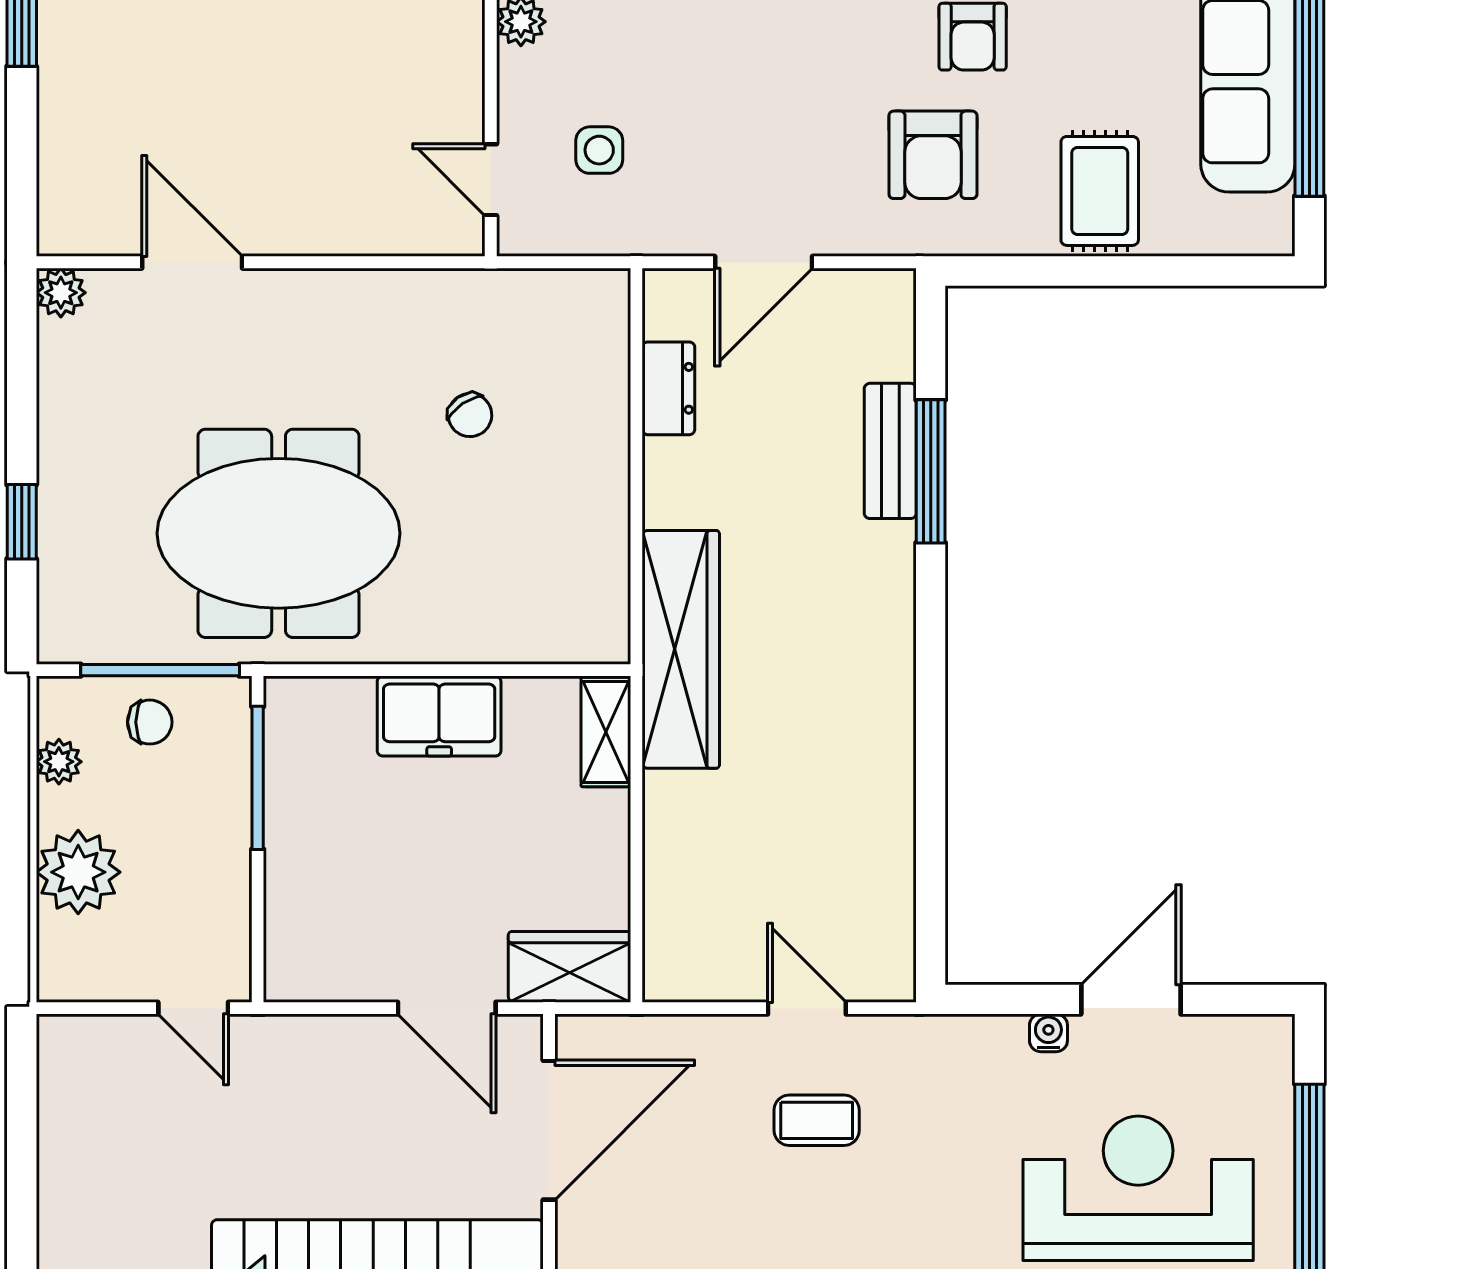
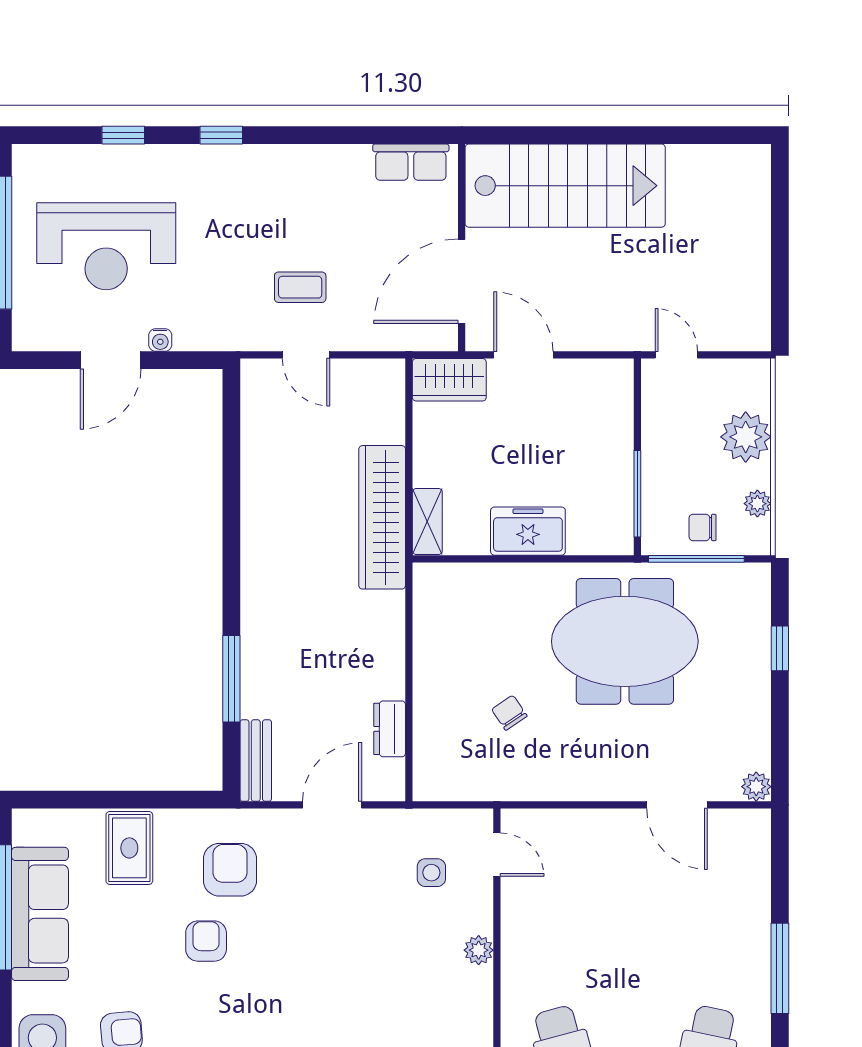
bench: (890, 451) -> (256, 761), moved
wardrobe: (681, 649) -> (382, 517), moved

